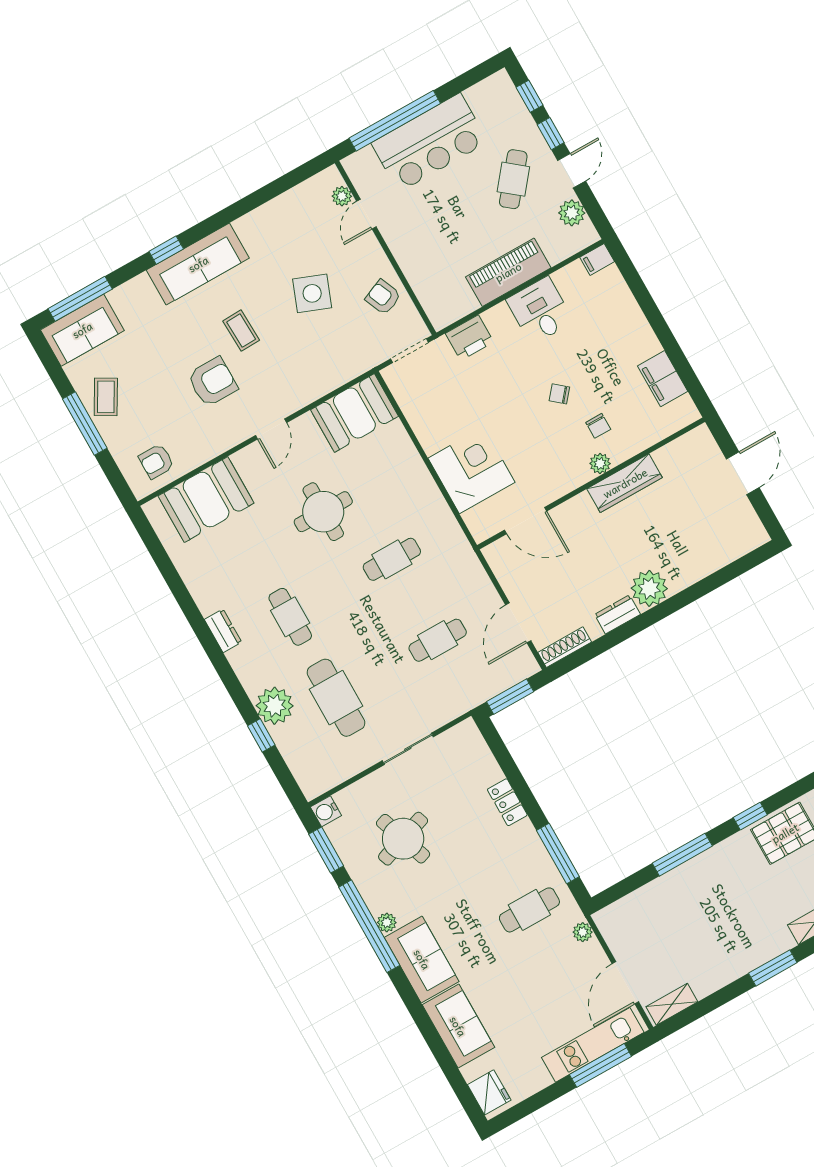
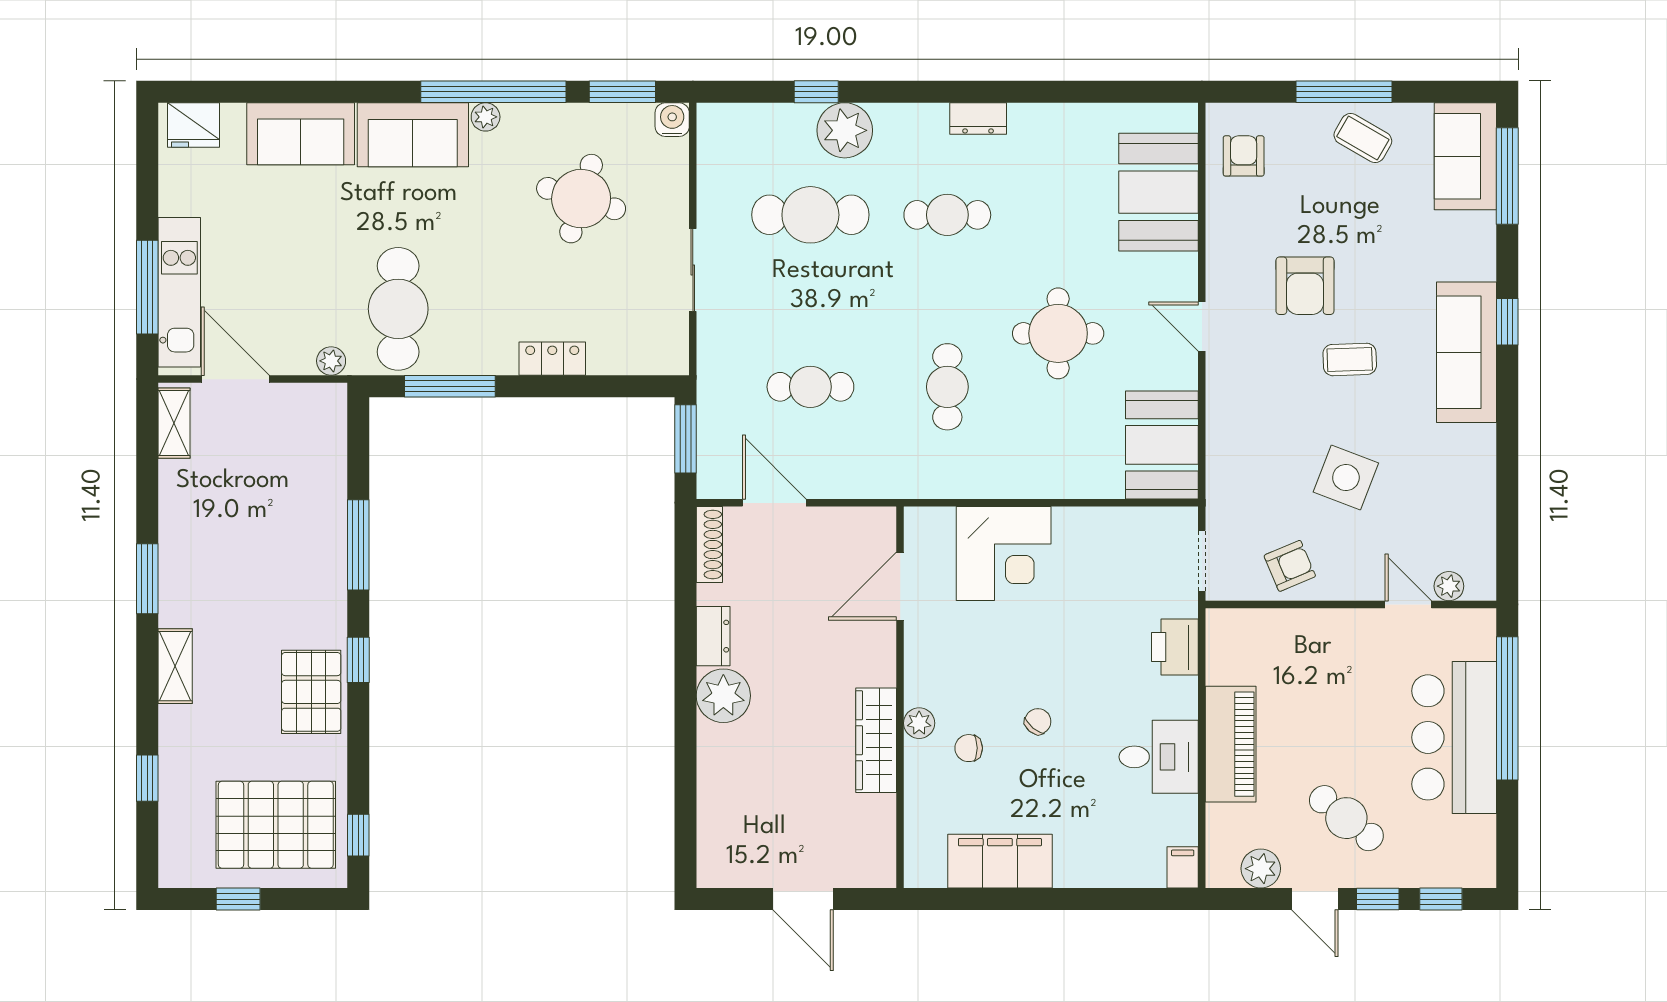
filing cabinet: (663, 379) -> (1000, 861), width x1.50, depth x1.17
cafe table: (438, 640) -> (810, 387), turned 90
round table: (403, 839) -> (581, 199), turned 36
cafe table: (529, 910) -> (398, 309), width x1.37, depth x1.35

